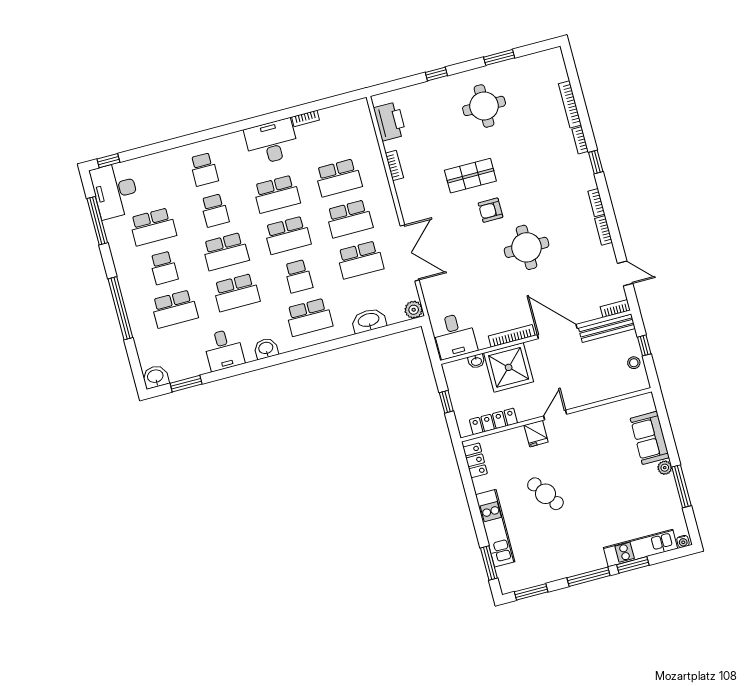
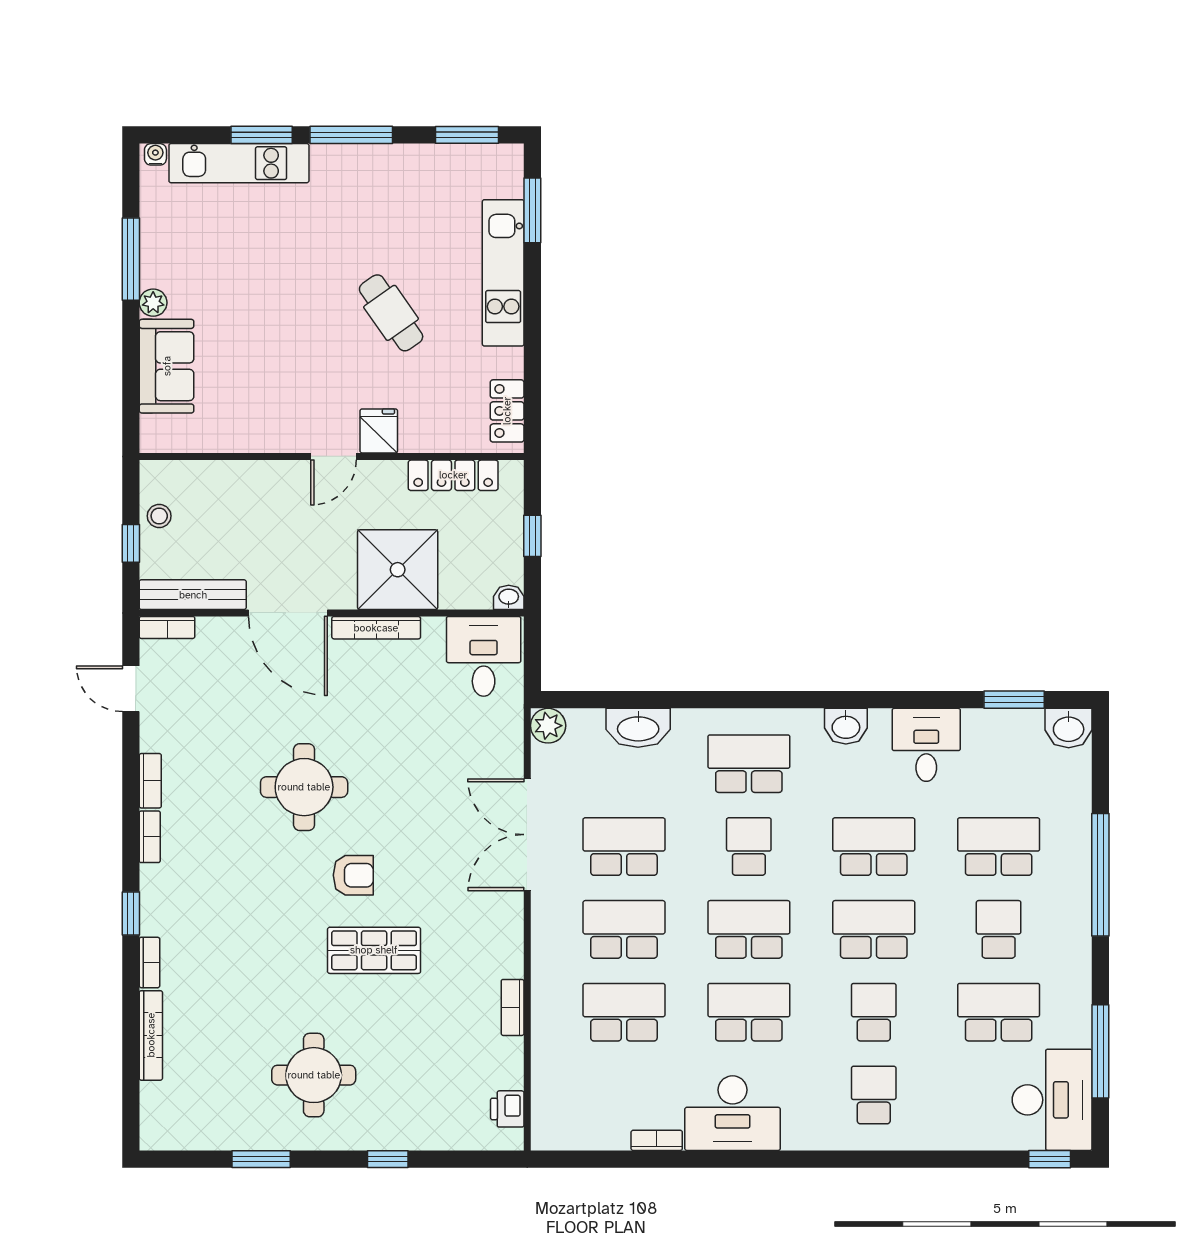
printer: (390, 121) -> (507, 1109), width x0.53, depth x0.68
washbasin: (476, 361) -> (509, 597), moved

